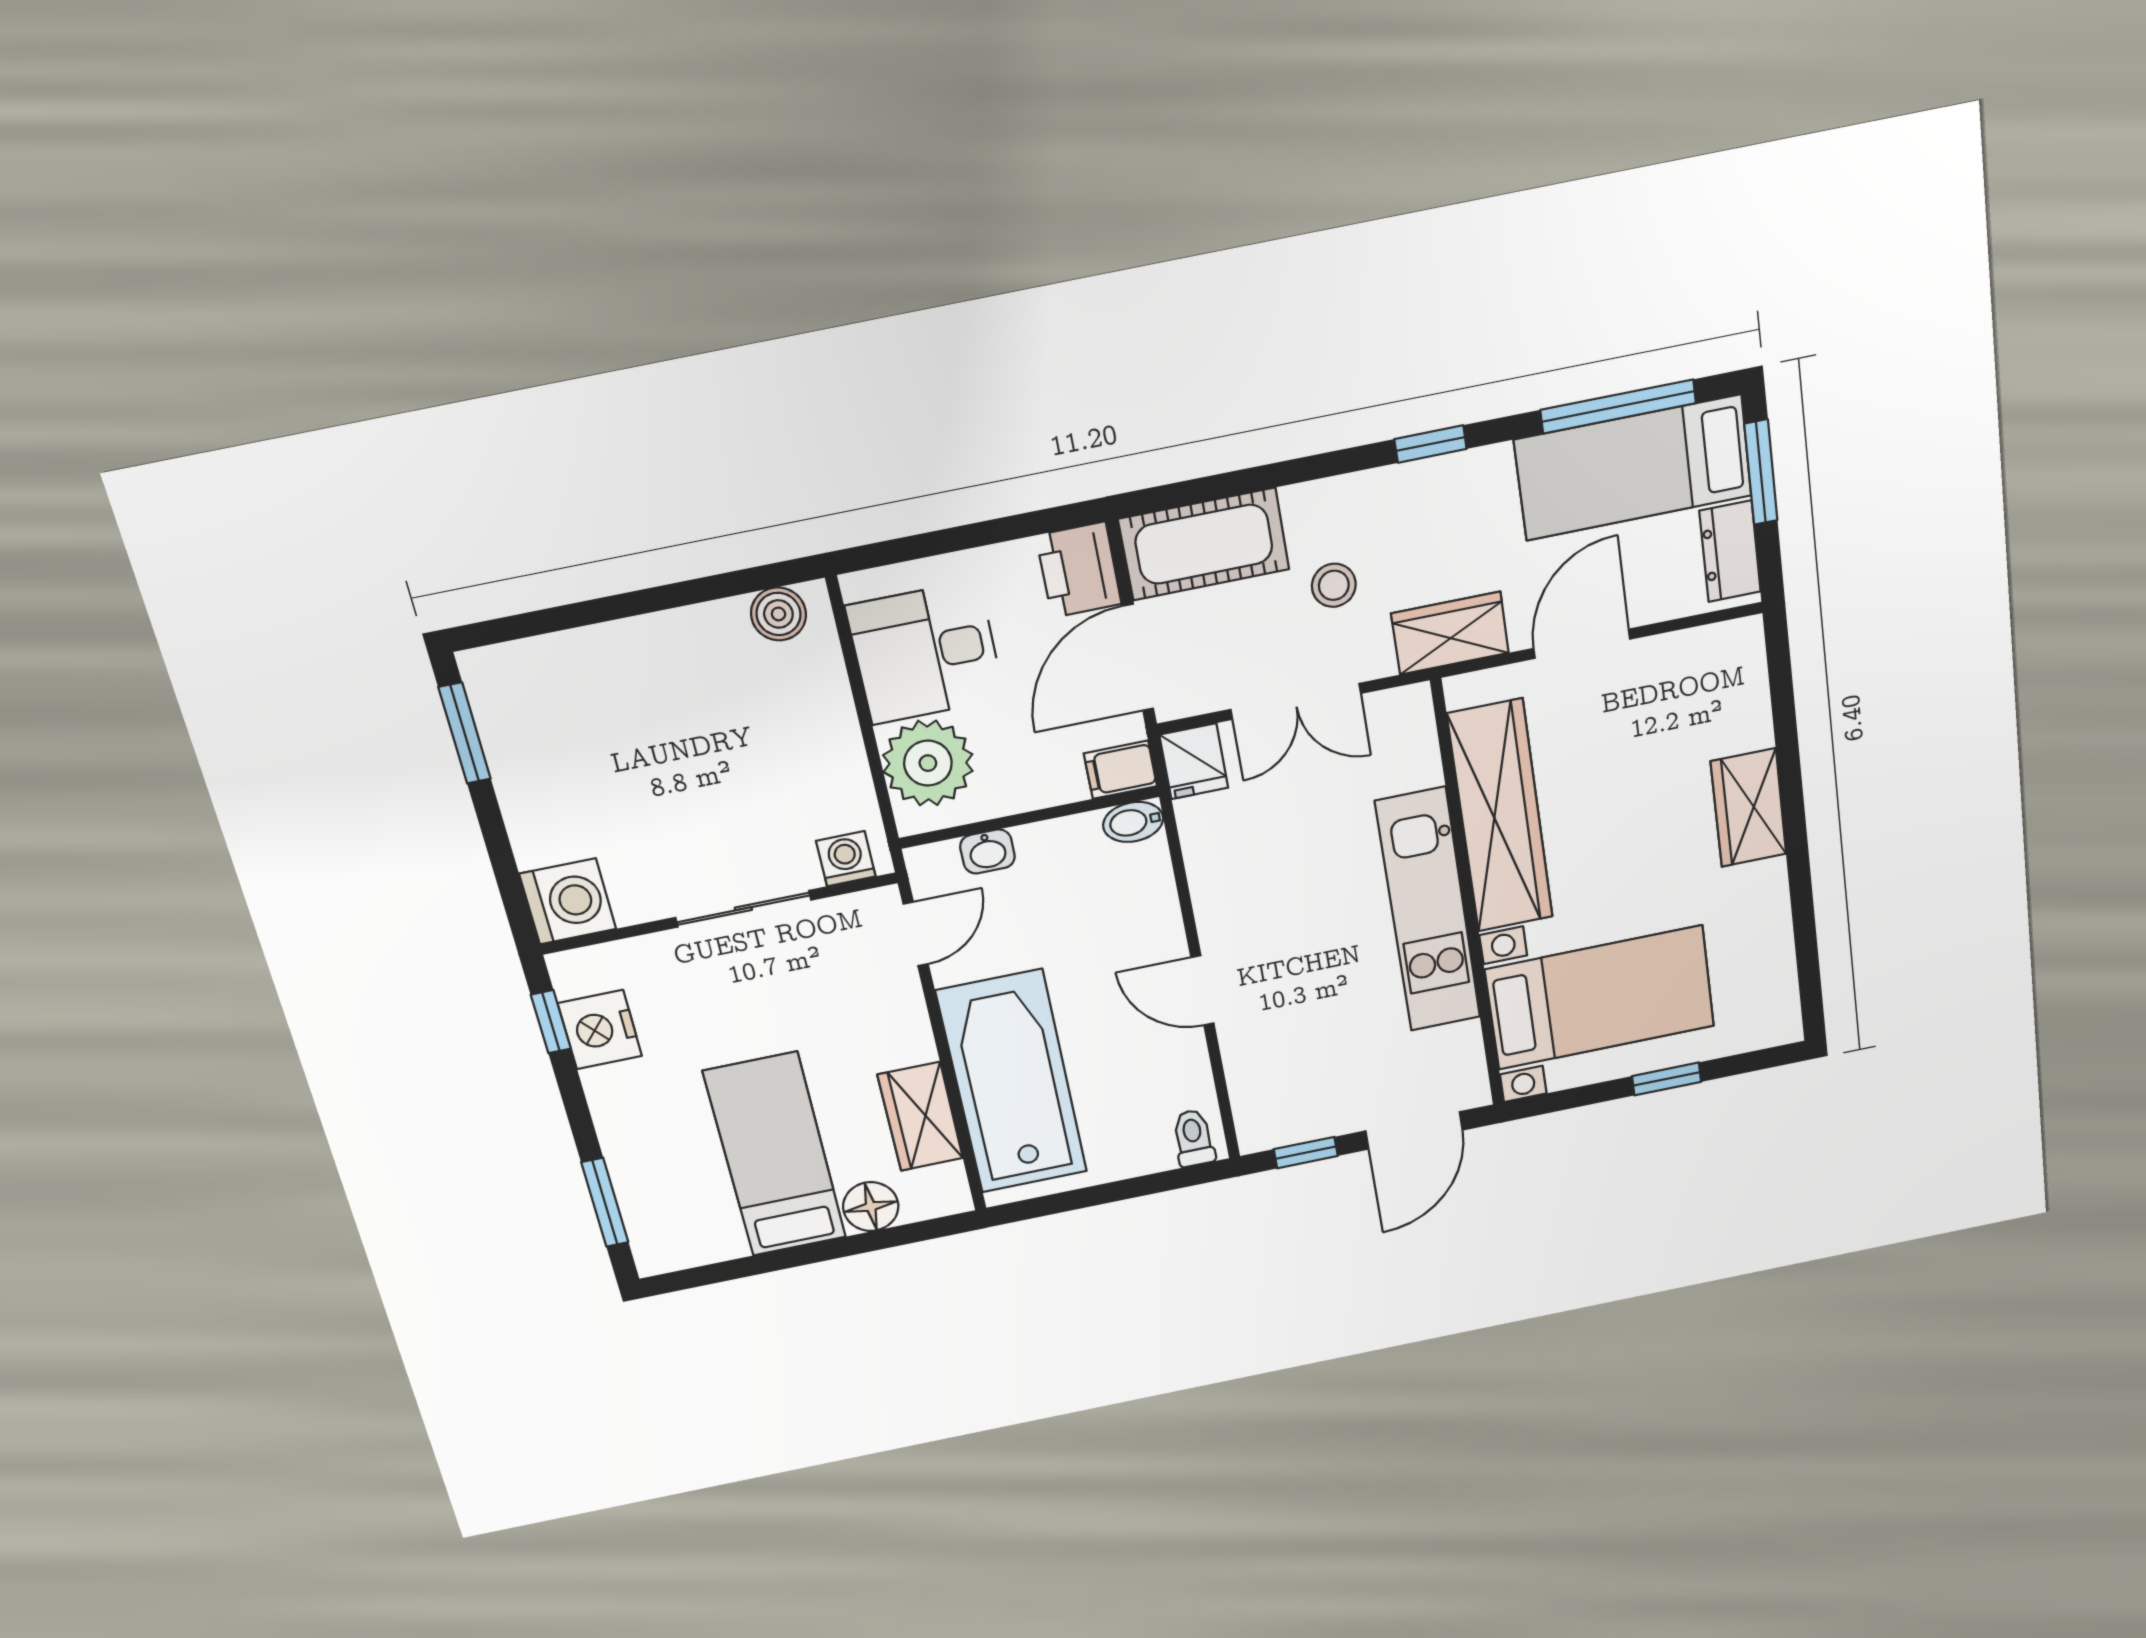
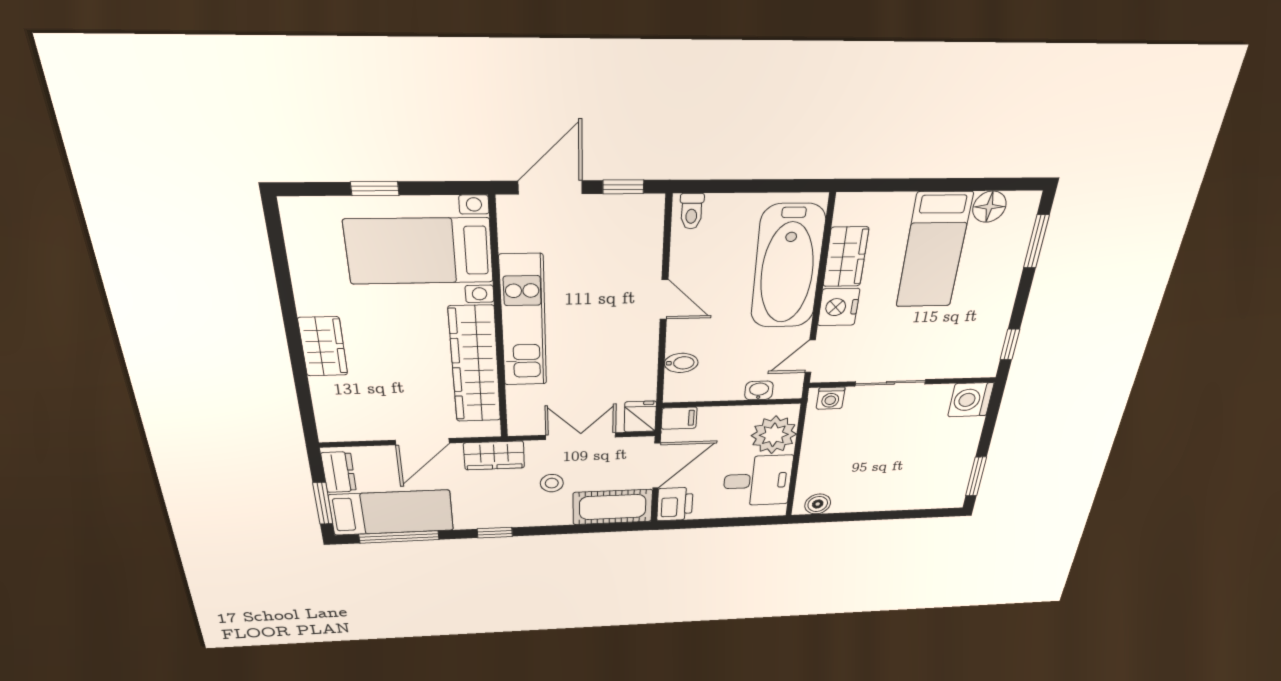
bidet: (1133, 822) -> (681, 363), moved
nightstand: (600, 1030) -> (839, 307), moved, turned 180
floor lamp: (871, 1207) -> (989, 207), moved

